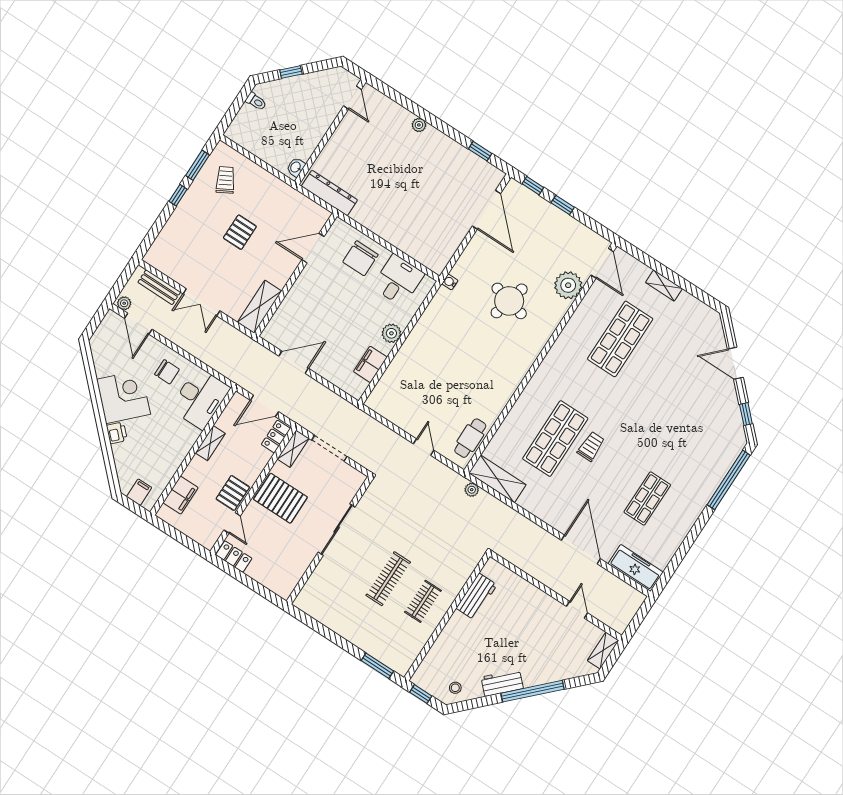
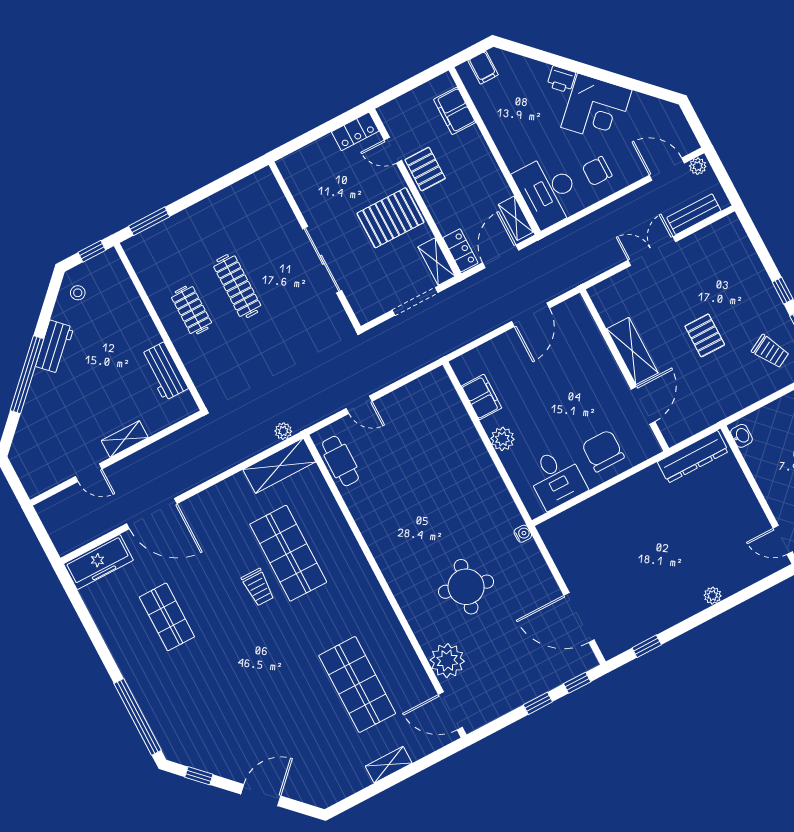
shelving: (260, 307) -> (632, 351), moved
shelving: (210, 443) -> (516, 218), moved
shelving: (603, 650) -> (125, 439), moved, turned 90

